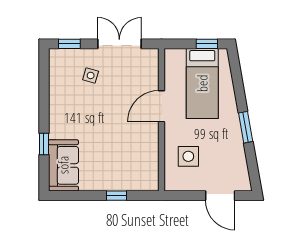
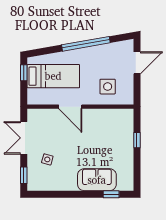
window: (246, 127) -> (86, 44), width x2.11
window: (44, 144) -> (111, 194), moved
sofa: (63, 165) -> (97, 180), moved

